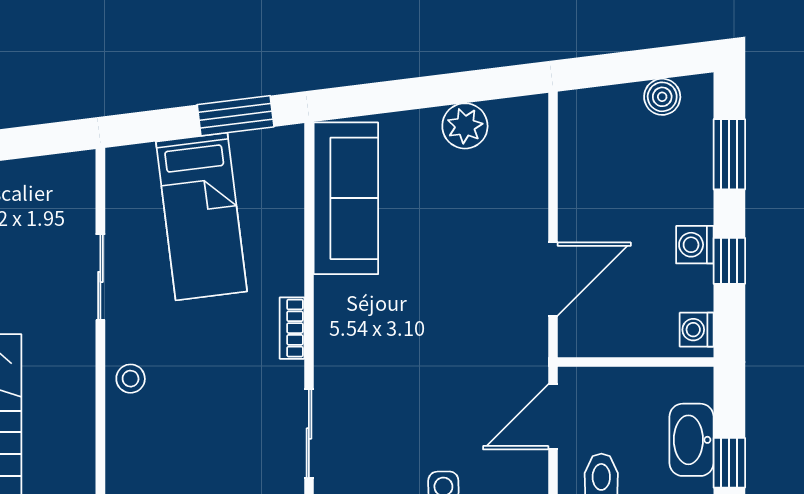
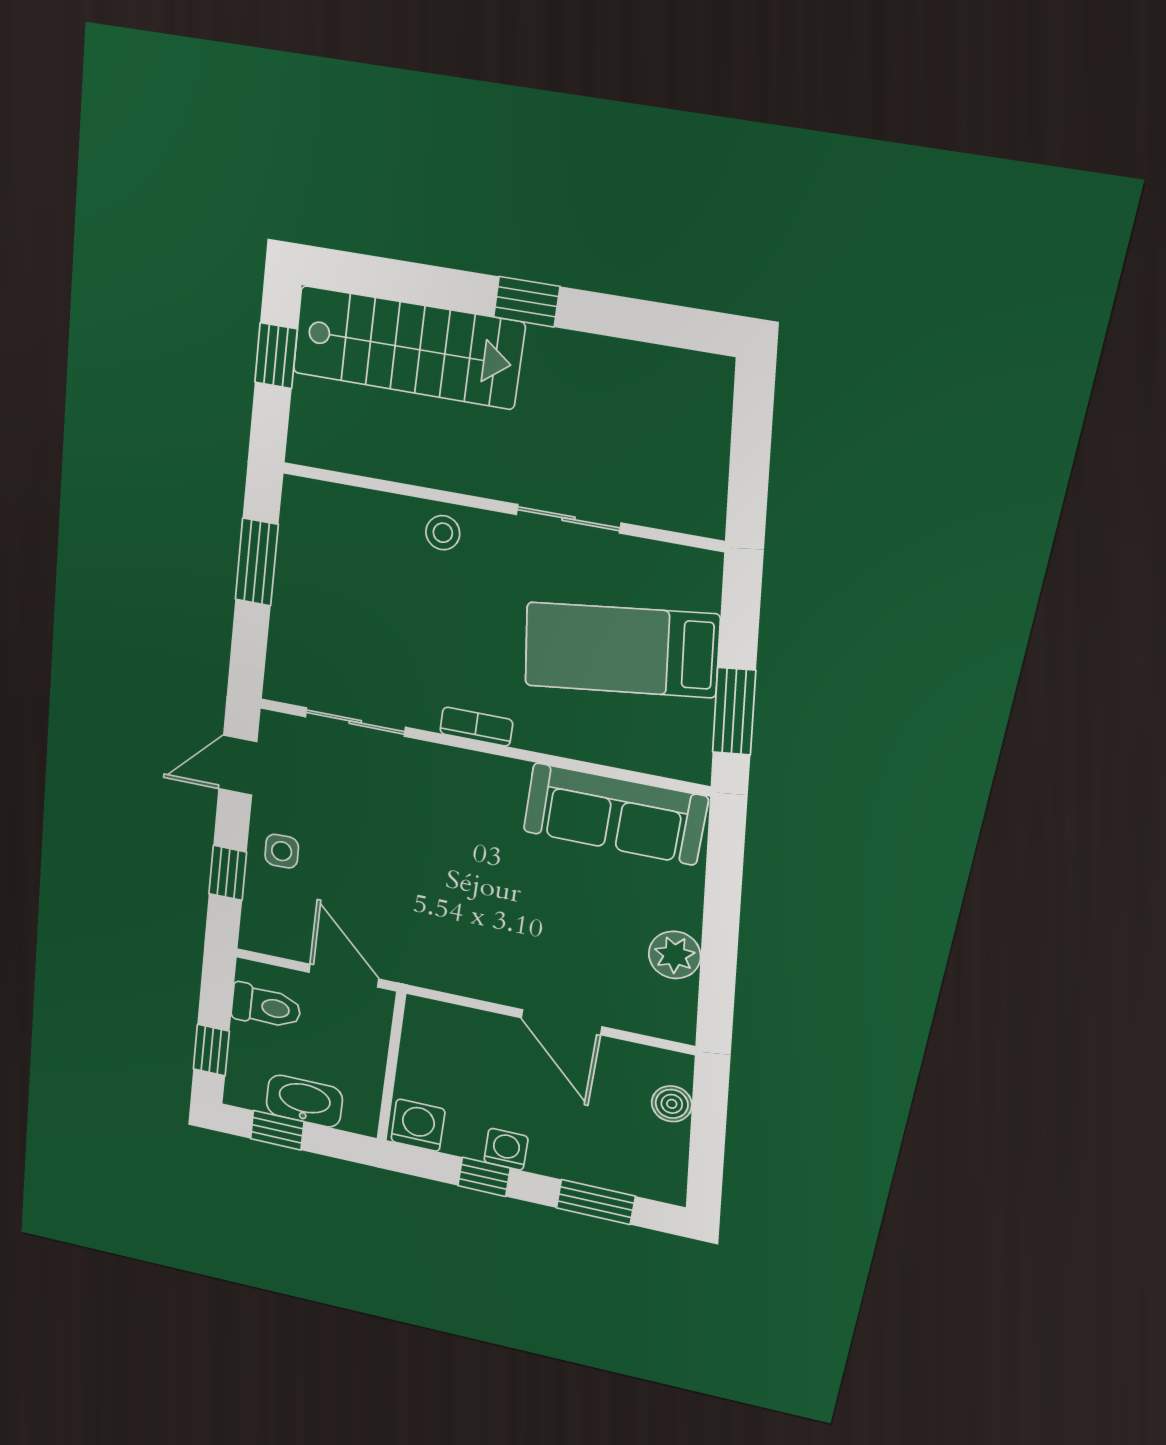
boiler: (662, 97) -> (672, 1104), moved
door: (553, 279) -> (561, 1022), moved
washing machine: (697, 330) -> (418, 1125), width x1.38, depth x1.38

